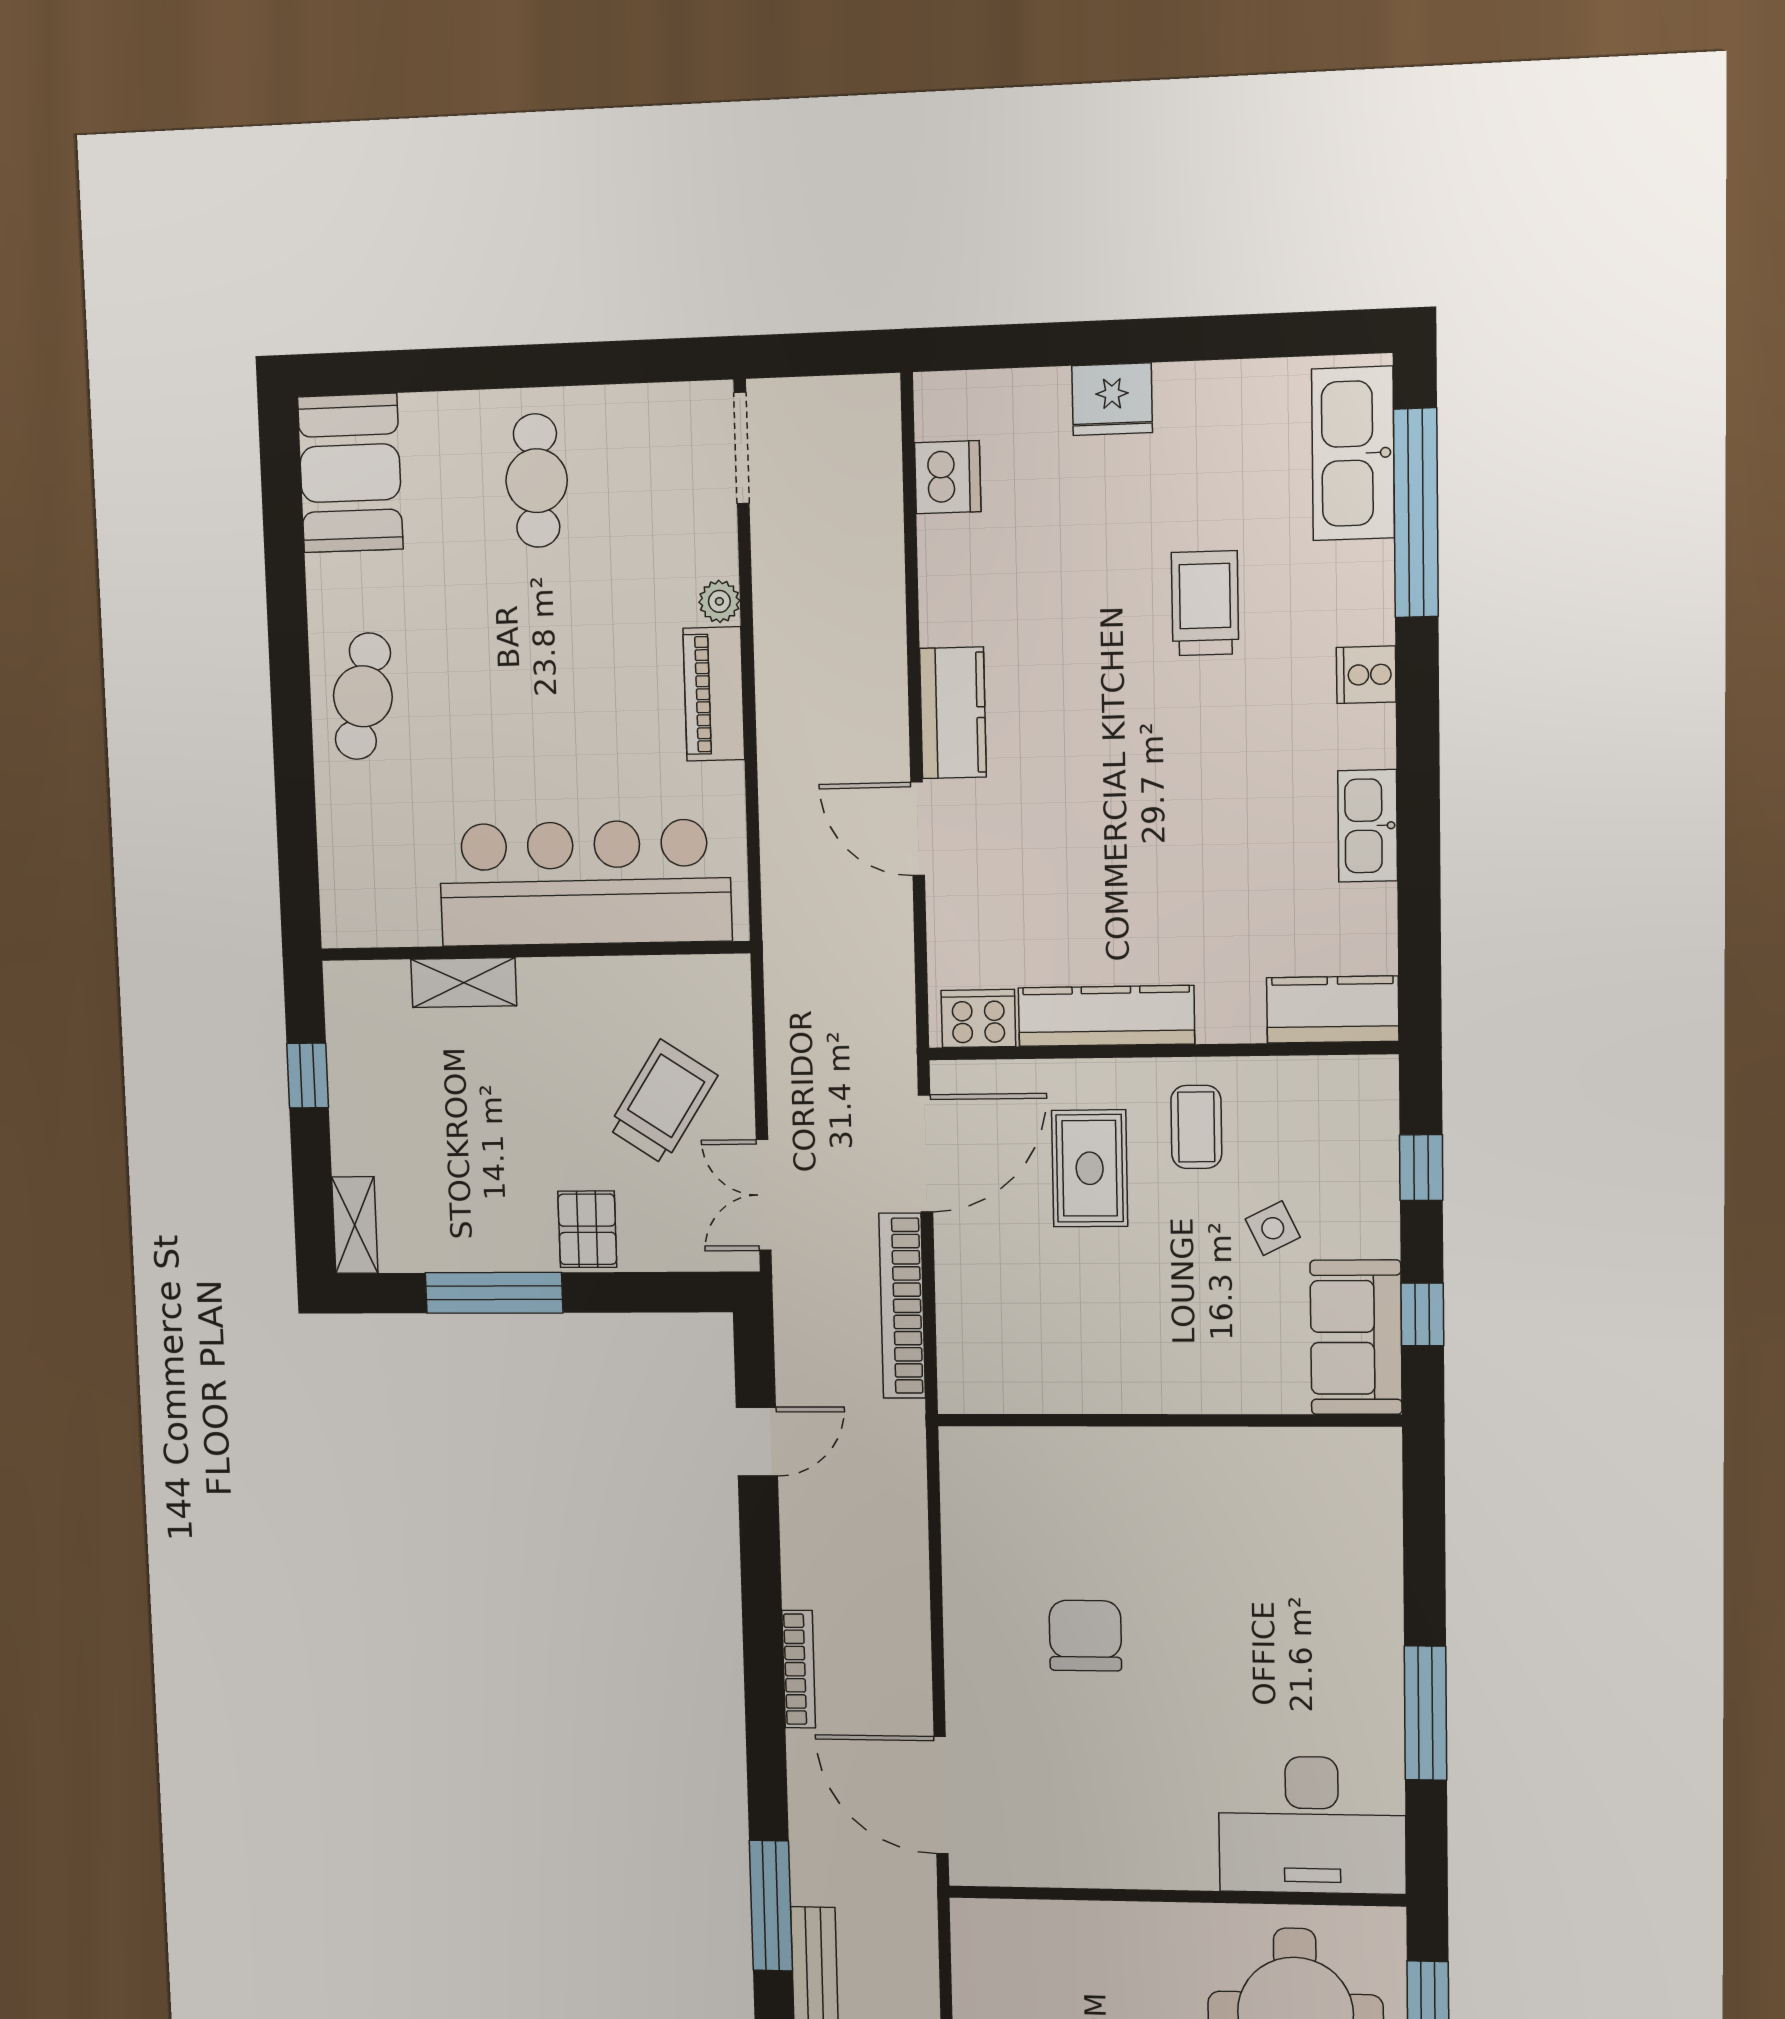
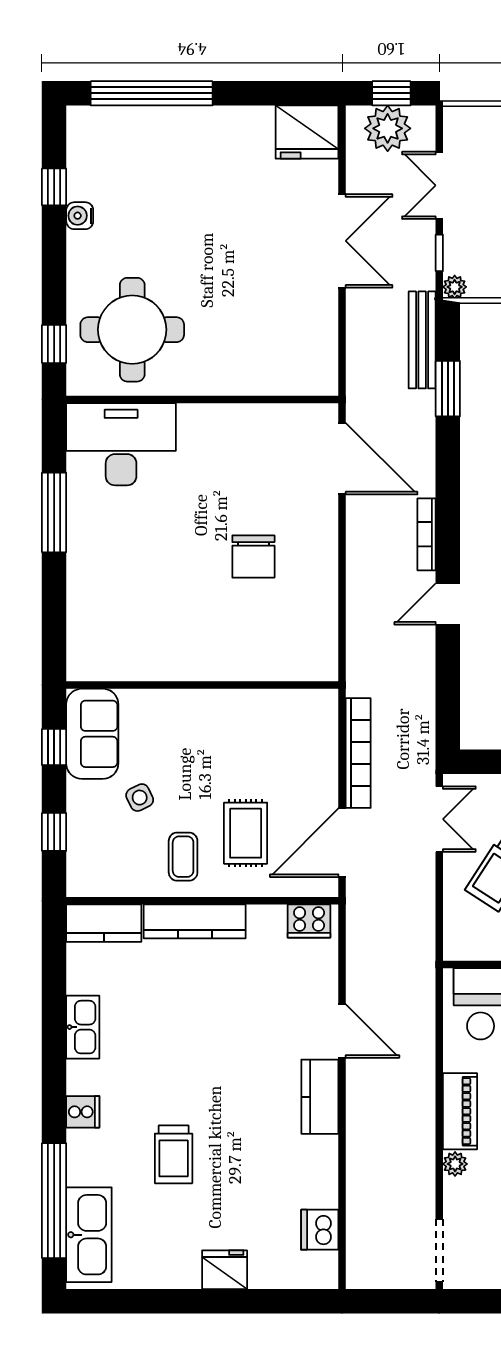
kitchen counter: (1106, 1016) -> (195, 921), moved
door: (757, 1441) -> (448, 604), moved
window: (771, 1906) -> (448, 389), width x0.69

